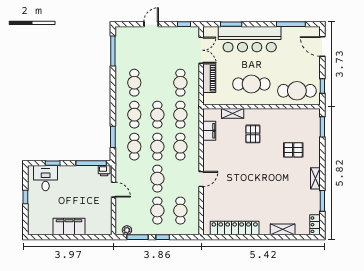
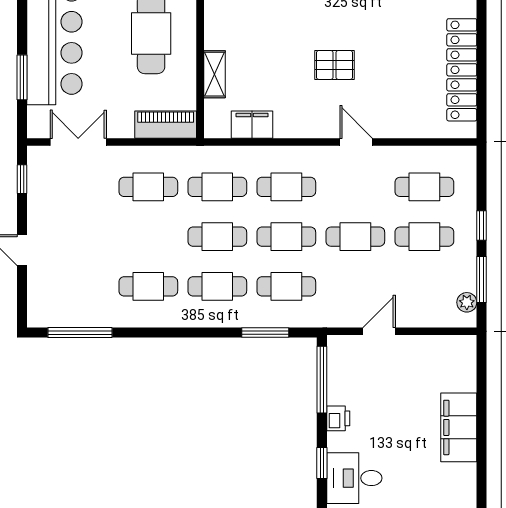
piano: (209, 78) -> (166, 125), moved
pallet: (253, 134) -> (334, 65), moved
printer: (104, 171) -> (338, 418), moved

